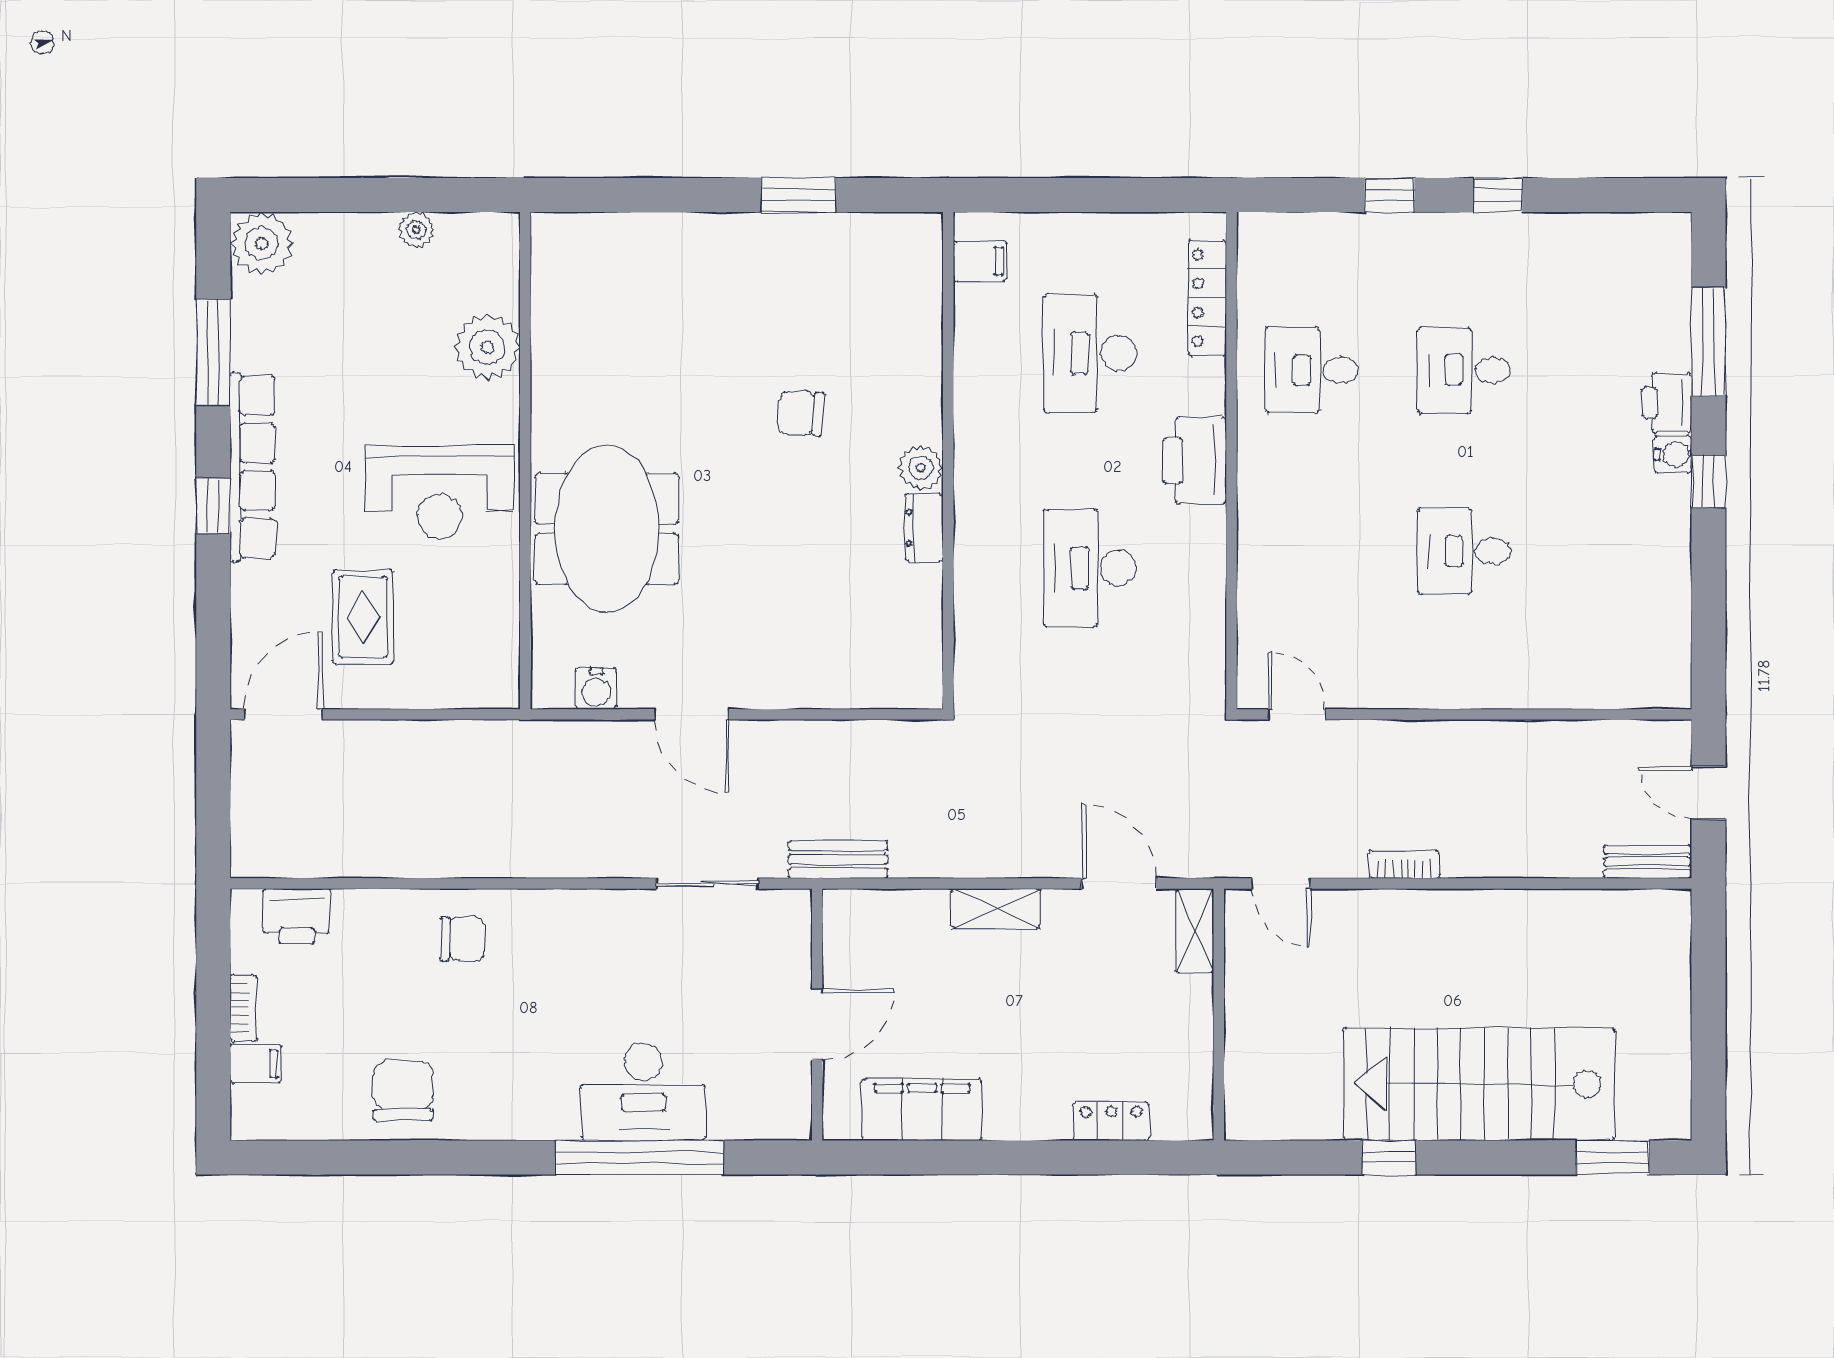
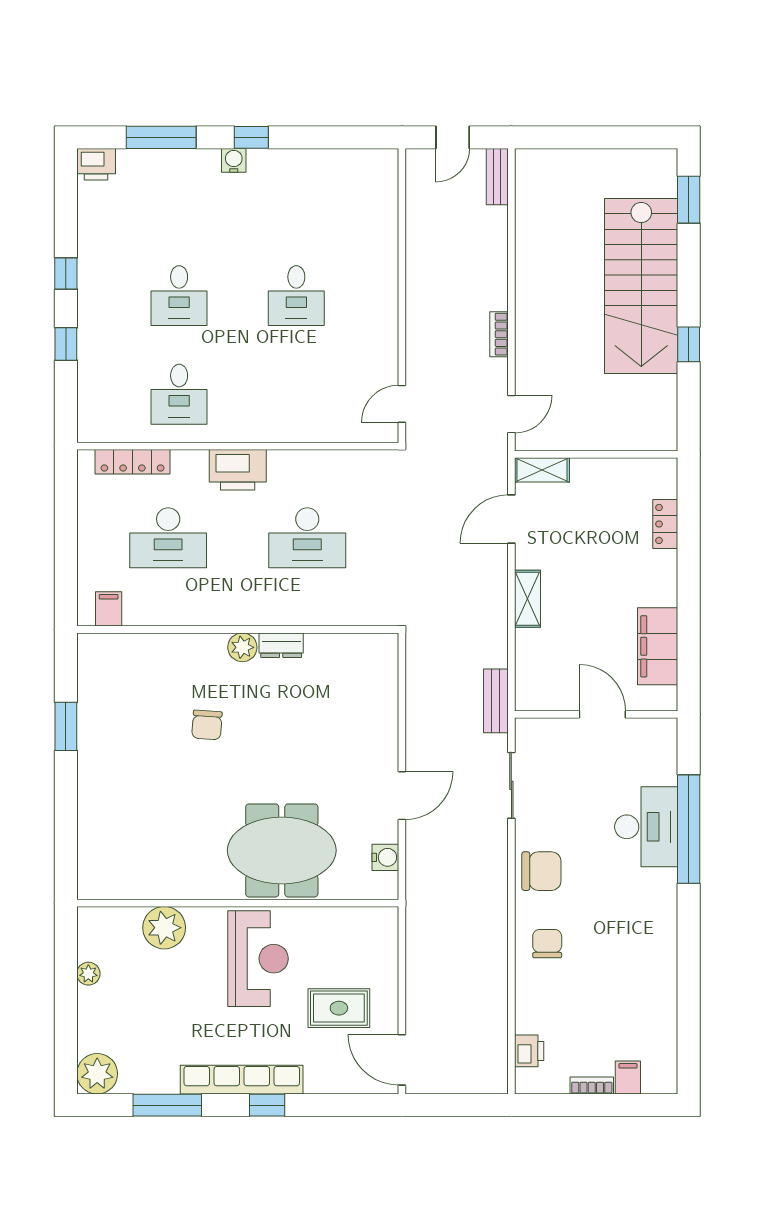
printer: (1667, 403) -> (96, 164), moved
printer: (297, 916) -> (529, 1051), width x0.73, depth x0.81
chair: (403, 1091) -> (541, 871), moved, turned 180

